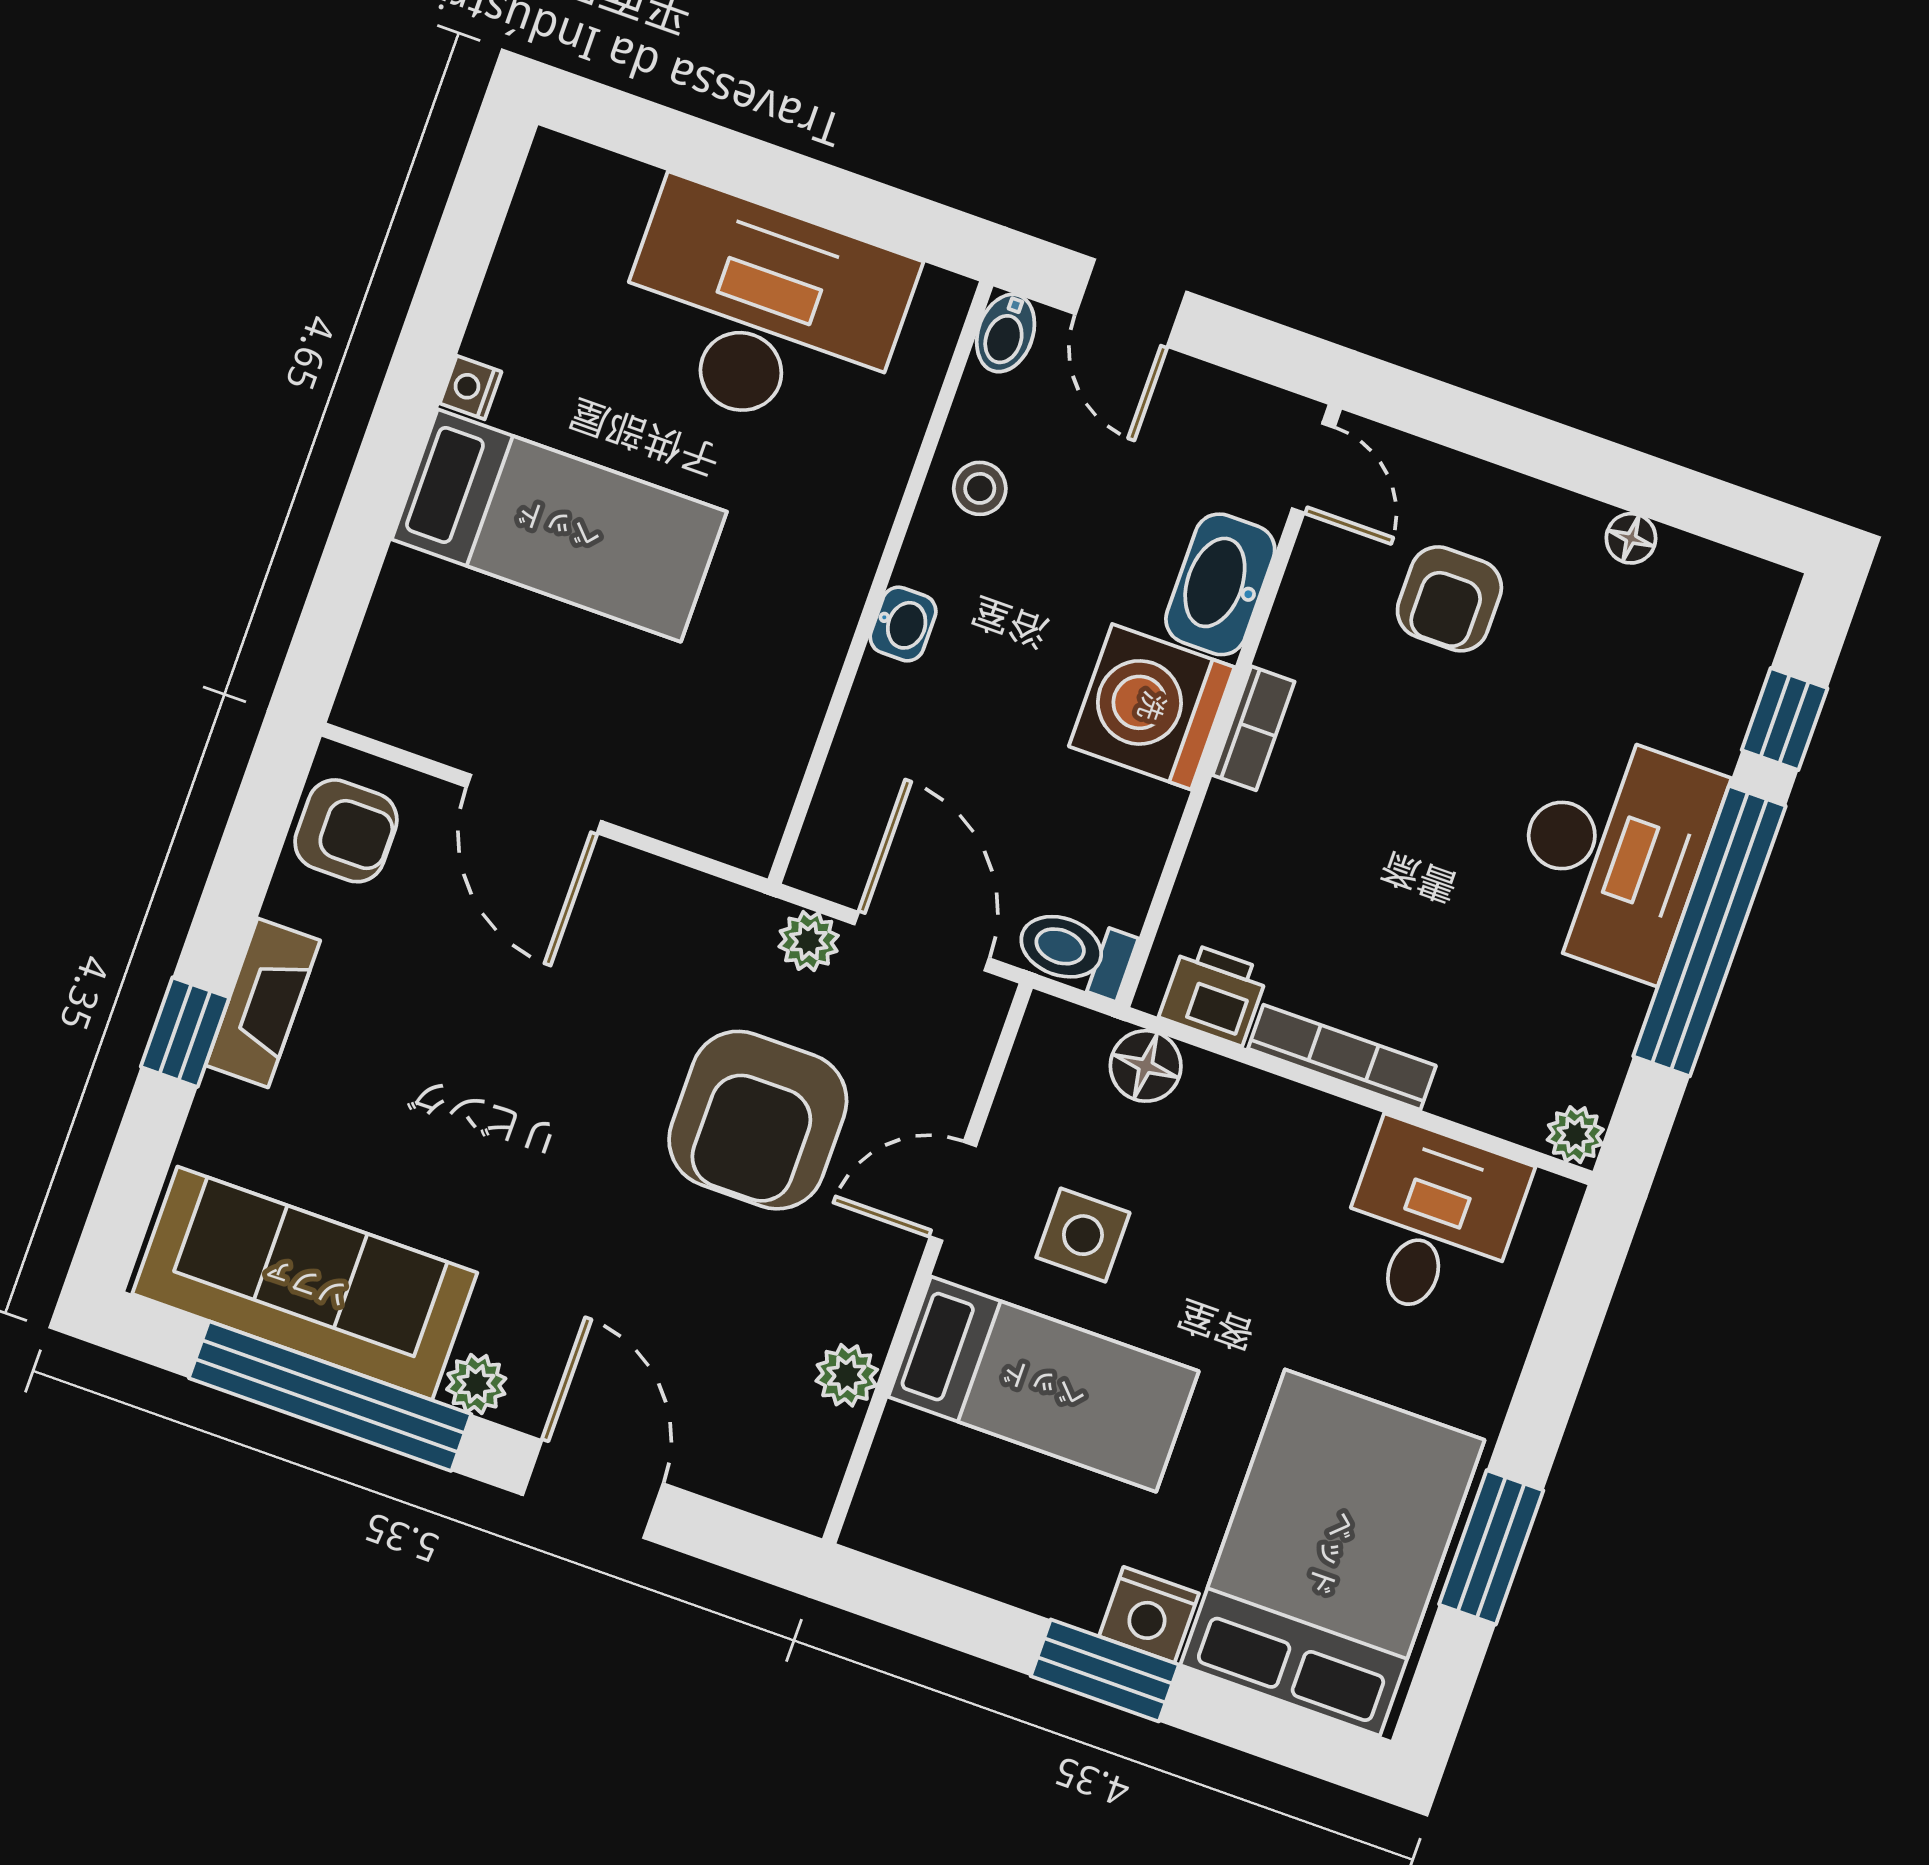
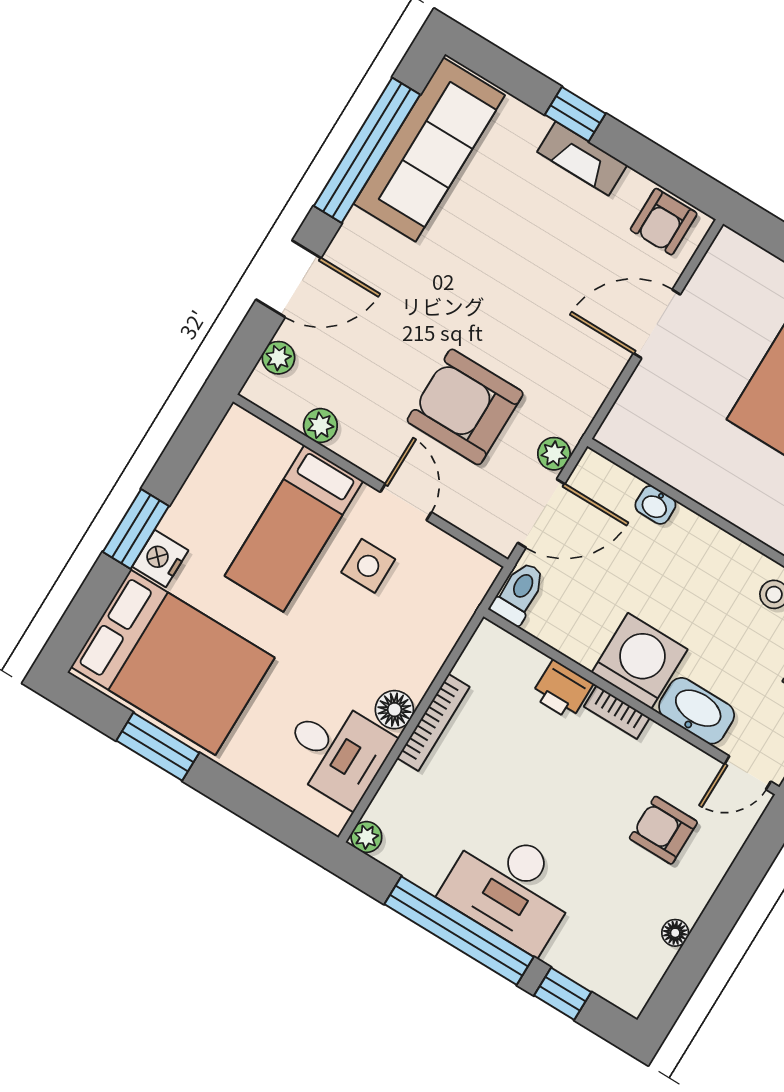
washbasin: (903, 624) -> (655, 505), moved
printer: (1214, 994) -> (562, 690), moved, turned 90
floor lamp: (1146, 1066) -> (394, 710), moved
plant: (476, 1384) -> (278, 358), moved

